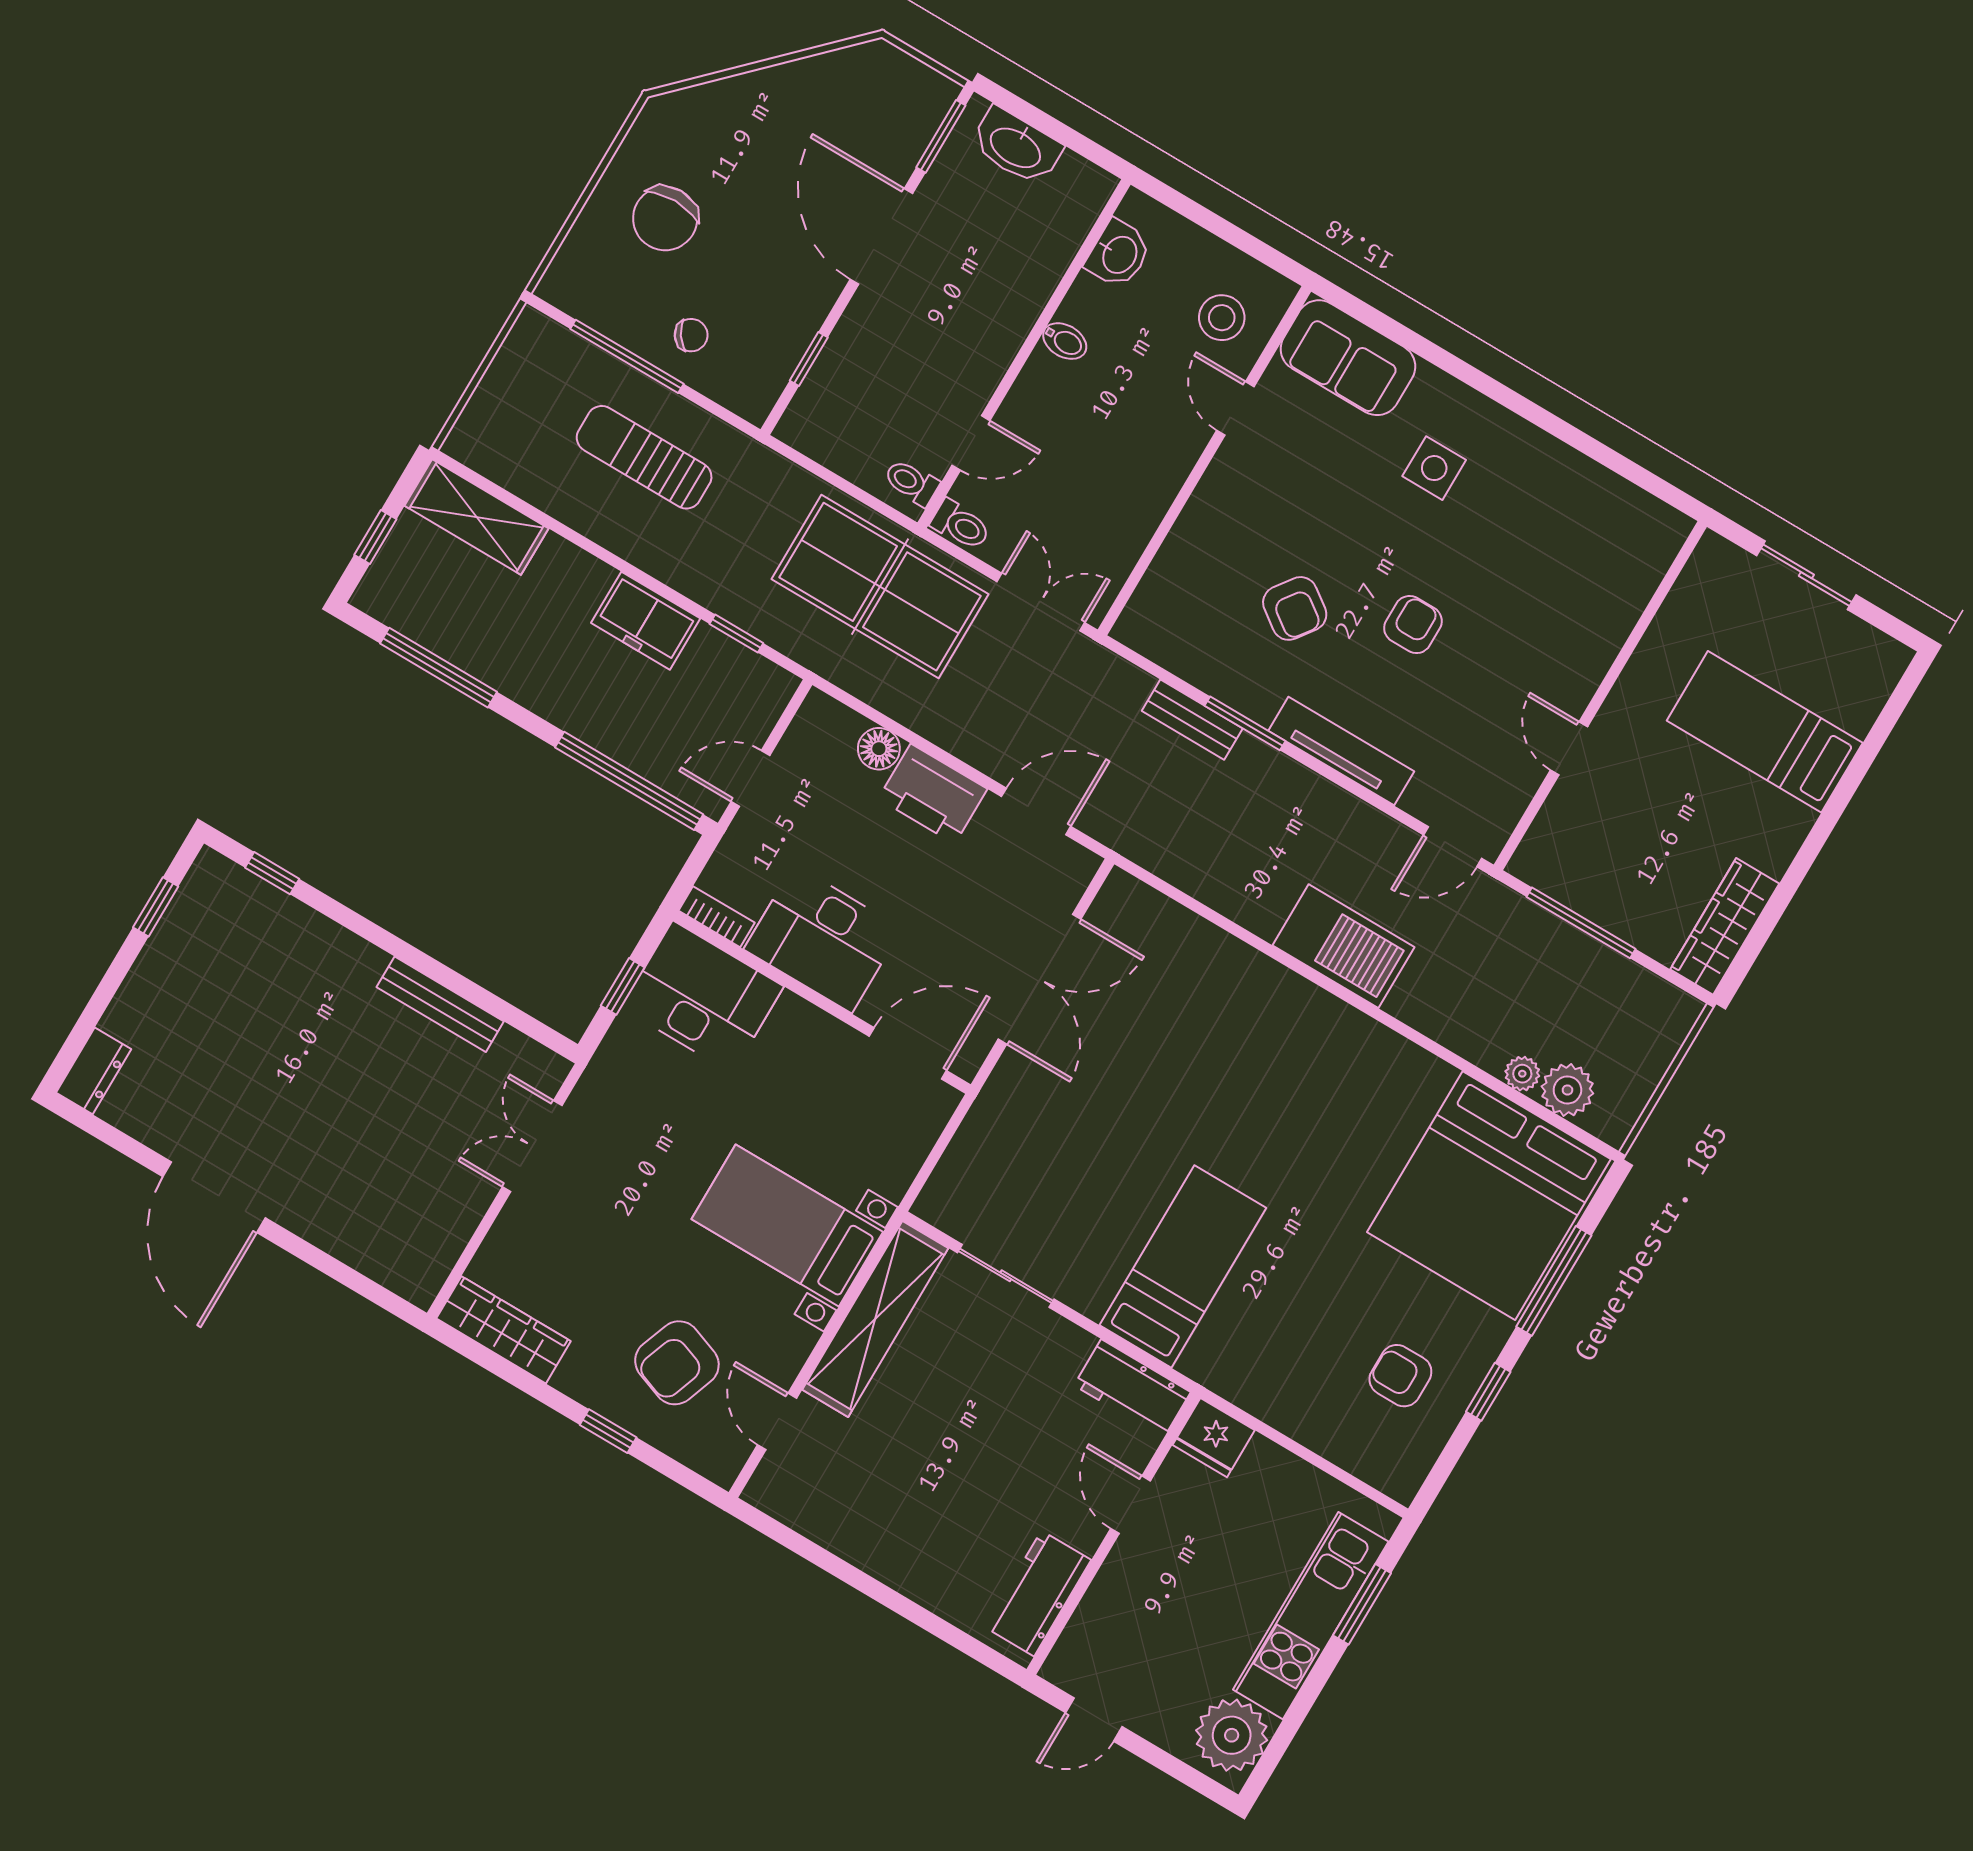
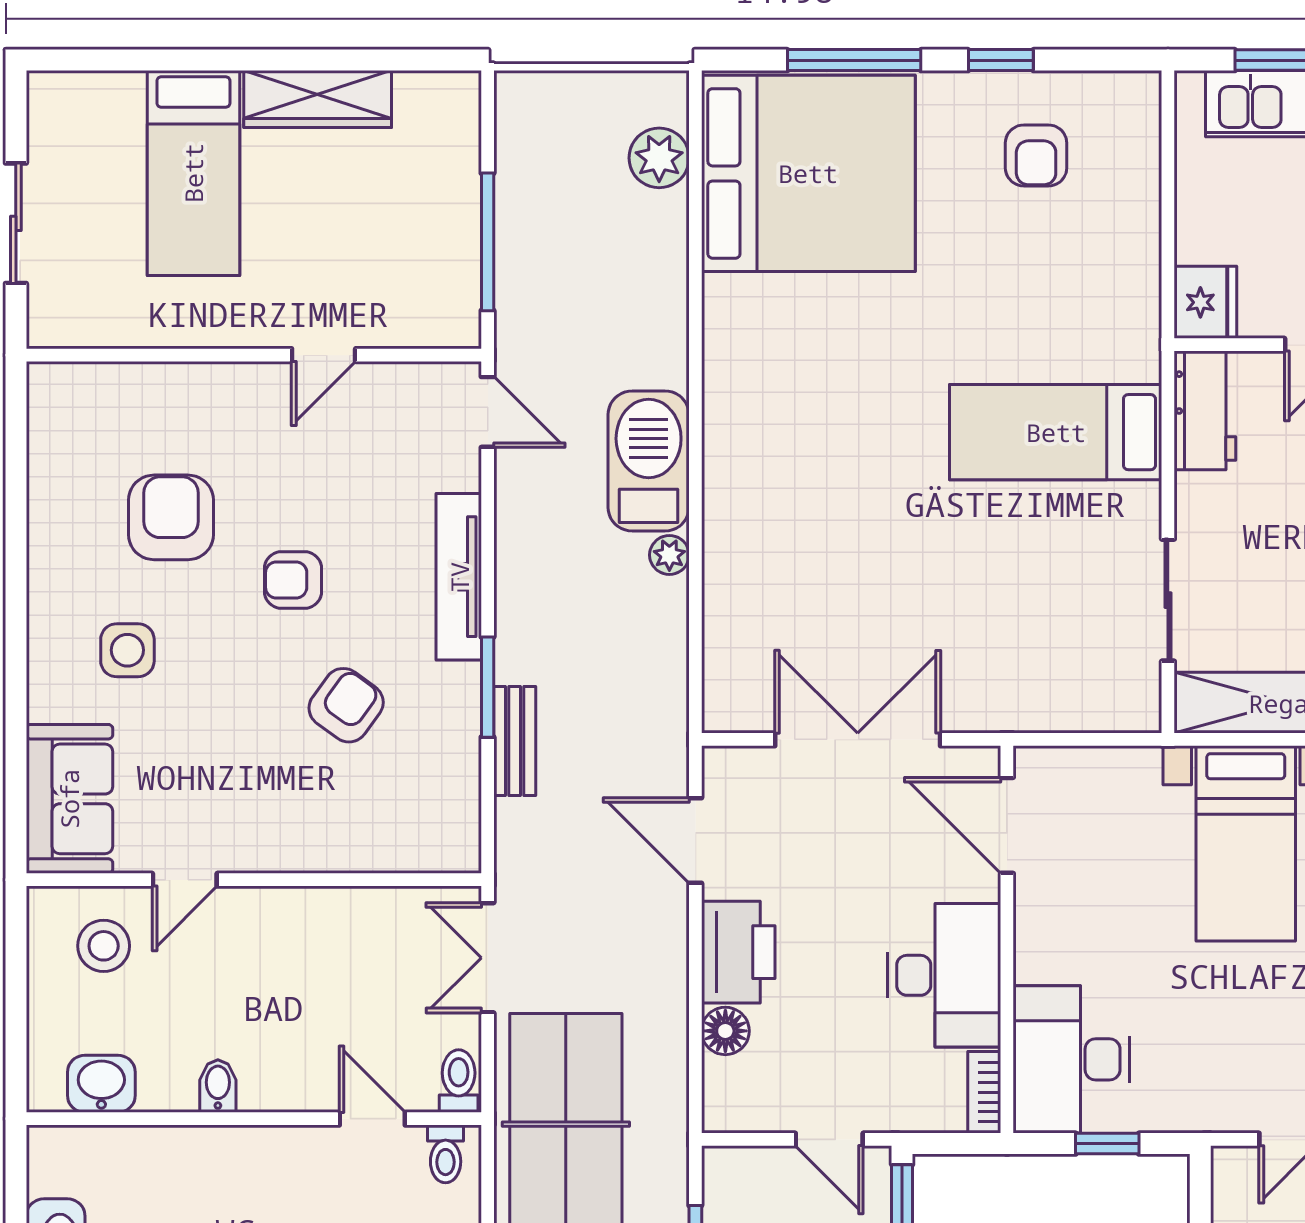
armchair: (1515, 560) -> (171, 517), added
wardrobe: (1725, 926) -> (318, 99), moved
plant: (1522, 1074) -> (669, 555), moved

